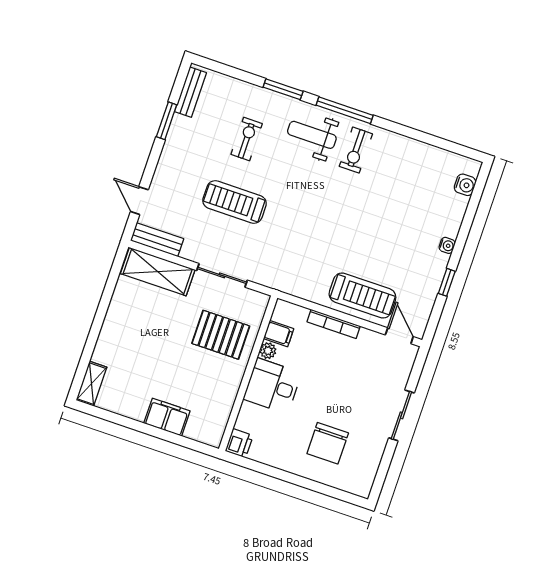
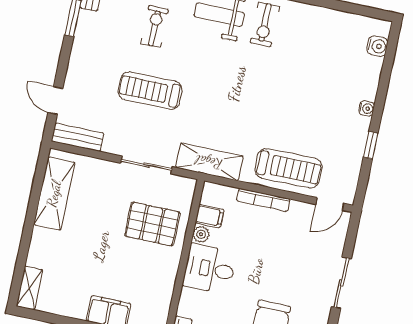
shelving: (158, 272) -> (54, 194), moved, turned 90
shelving: (285, 280) -> (209, 162), added
door: (399, 336) -> (330, 204), swing flipped

